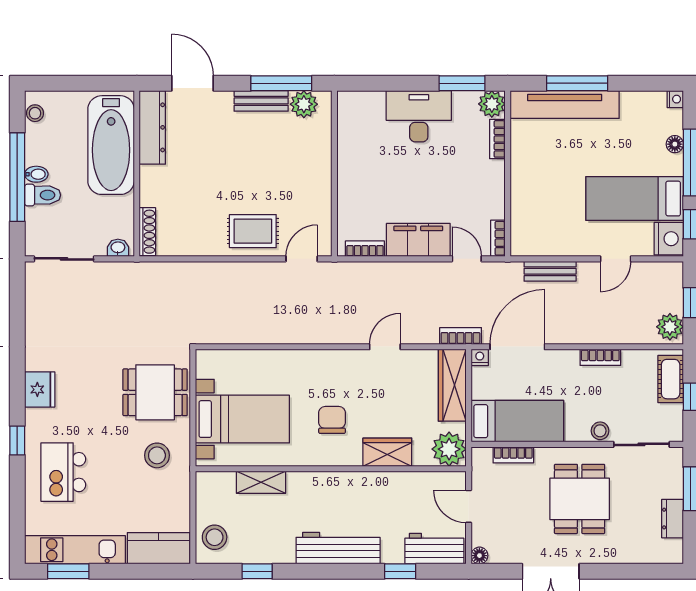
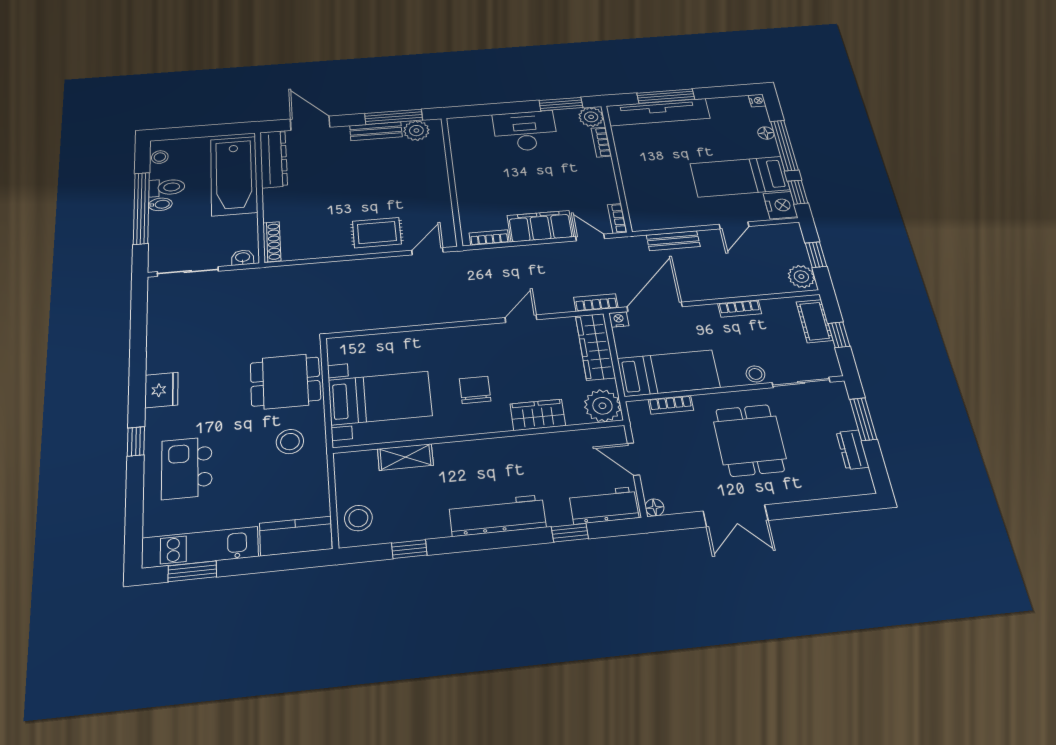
toilet: (43, 195) -> (167, 187), moved

